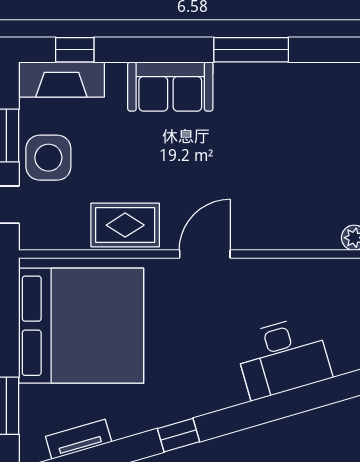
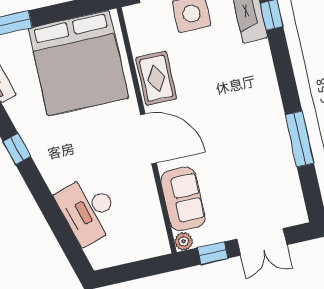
sofa: (170, 86) -> (183, 199), moved, turned 180
door: (205, 254) -> (148, 139), width x1.36

